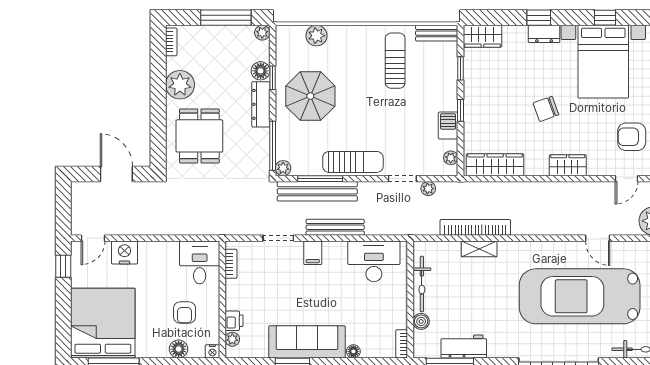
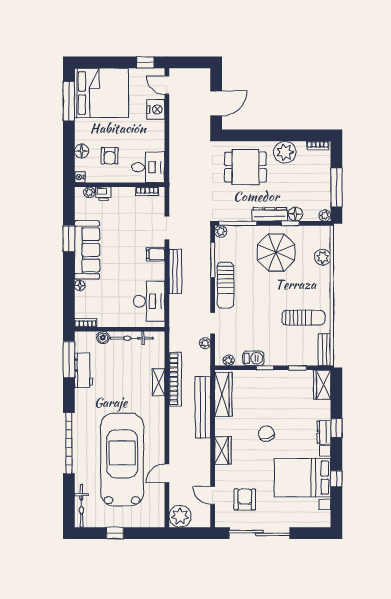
bench: (317, 191) -> (203, 407), moved
armchair: (185, 313) -> (110, 156), turned -90

